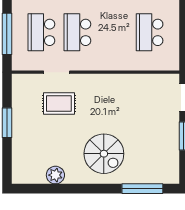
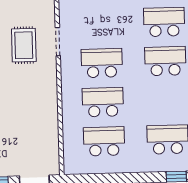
school desk: (41, 32) -> (103, 102), moved

